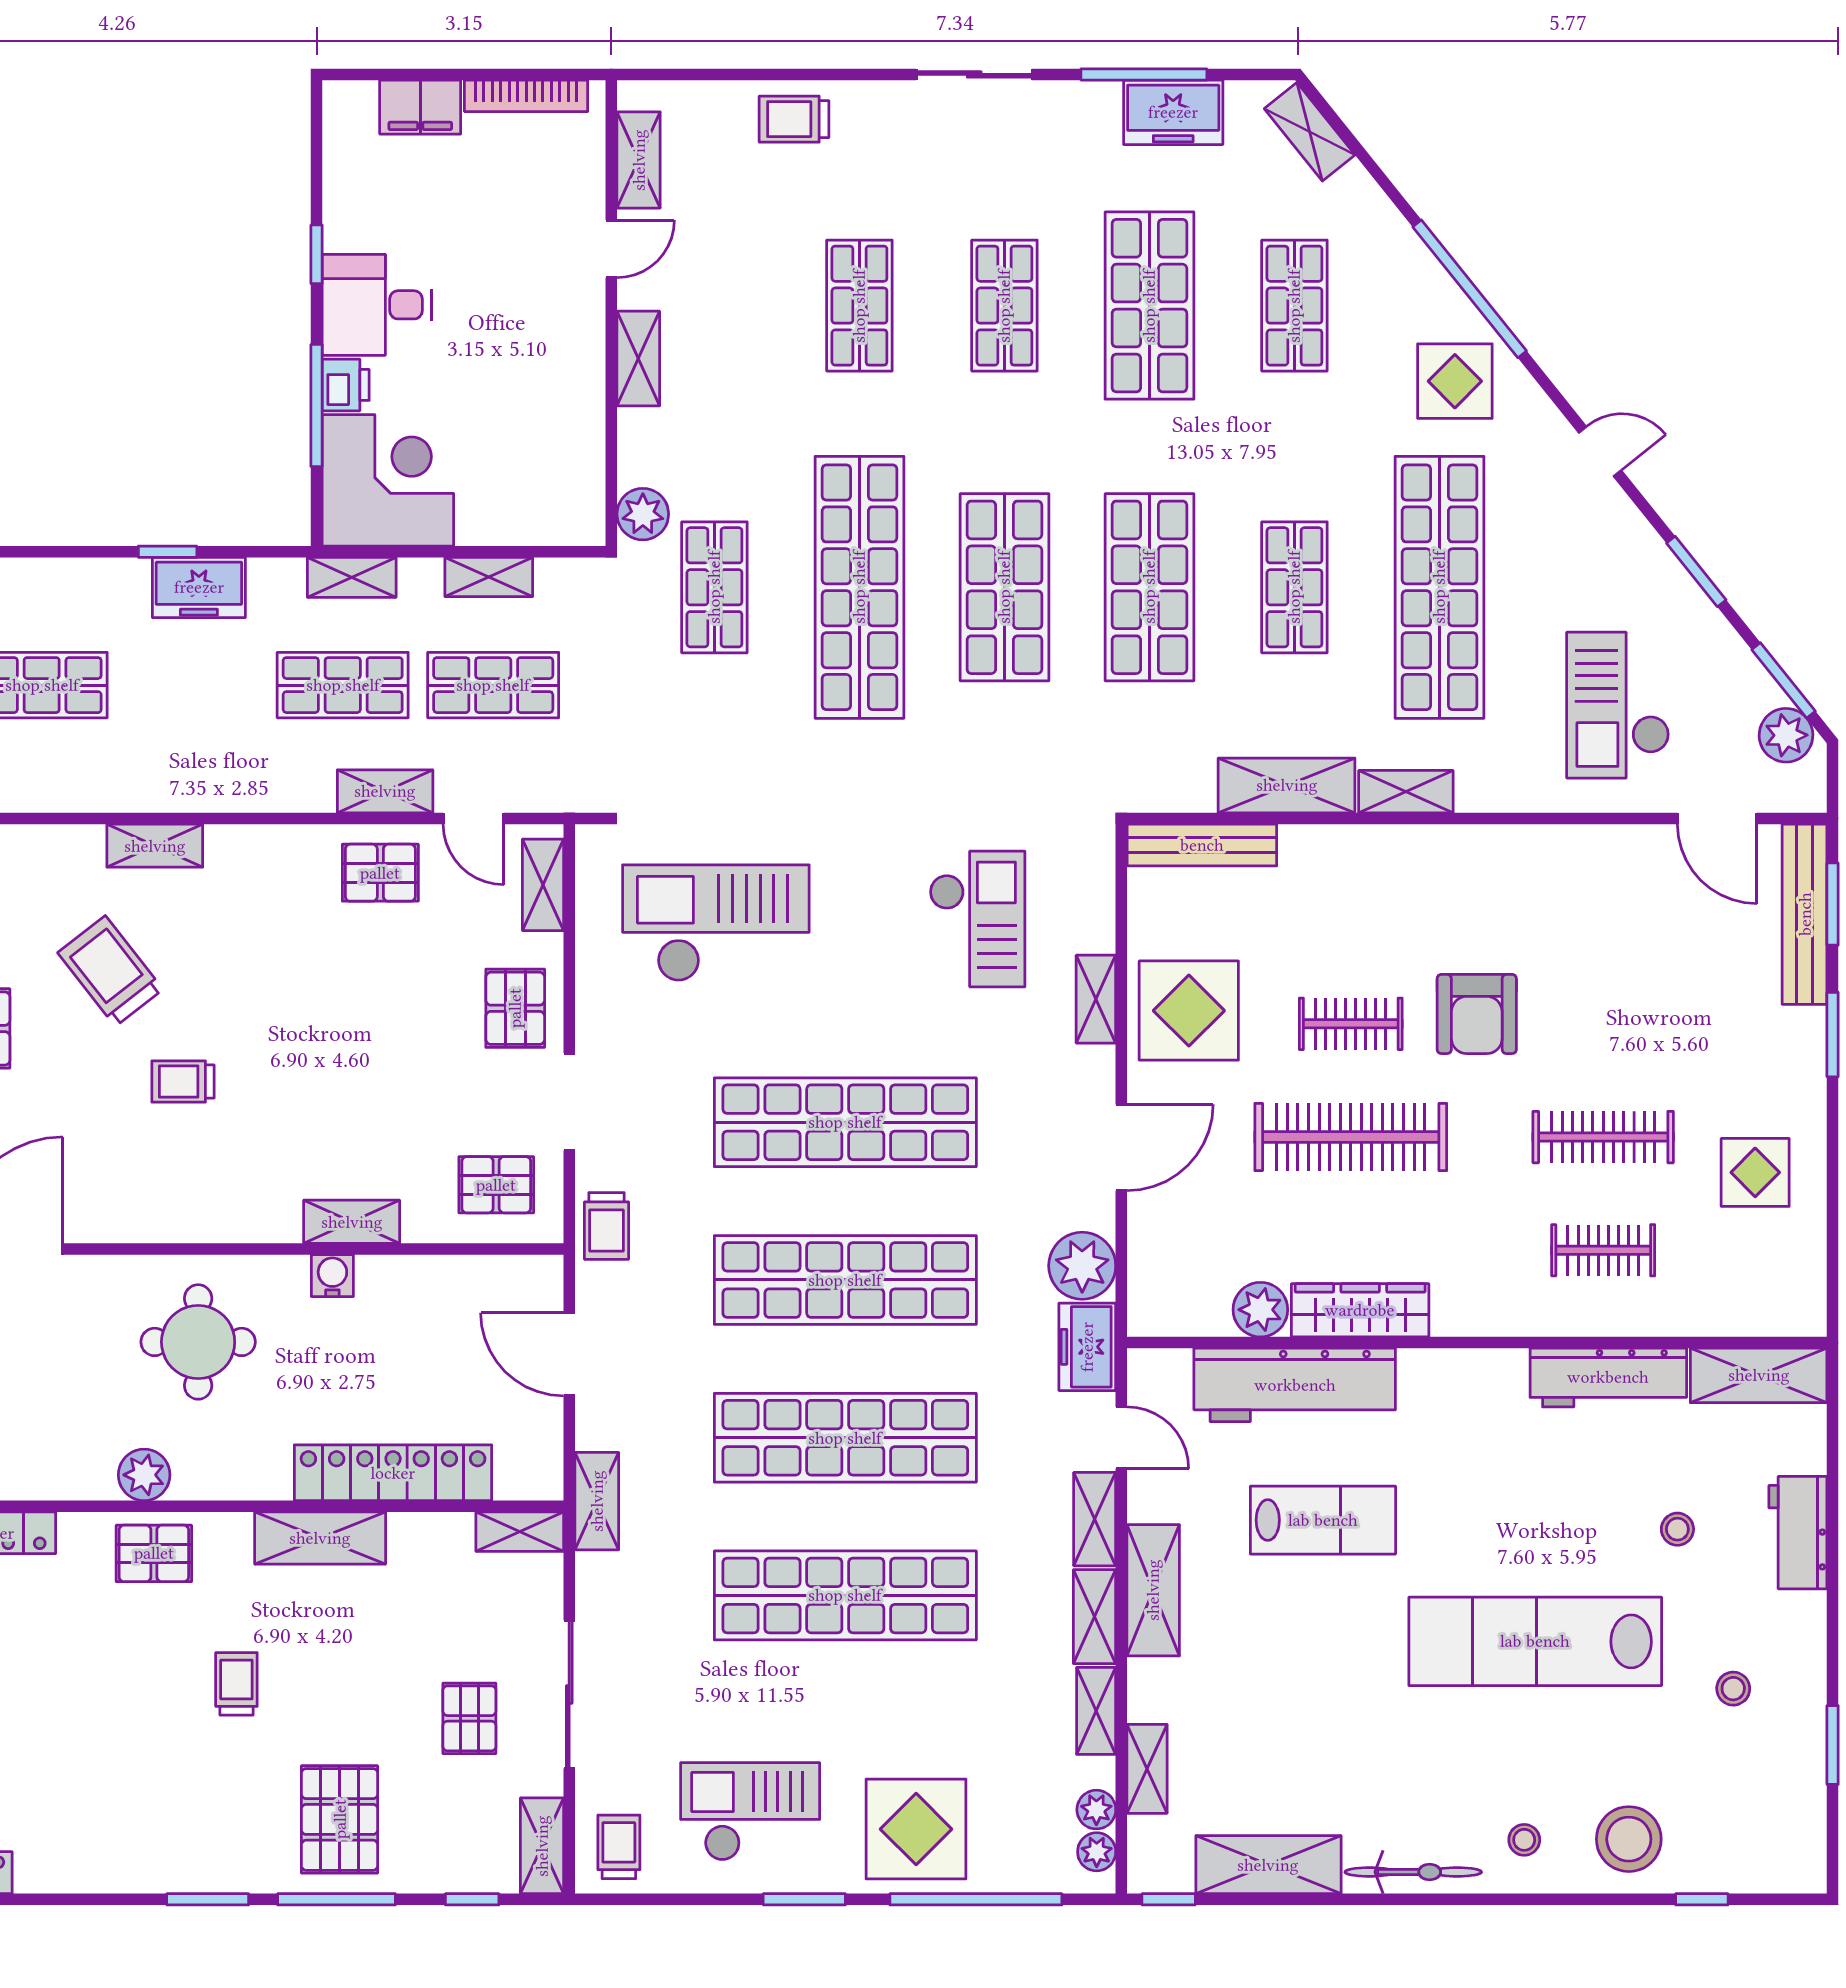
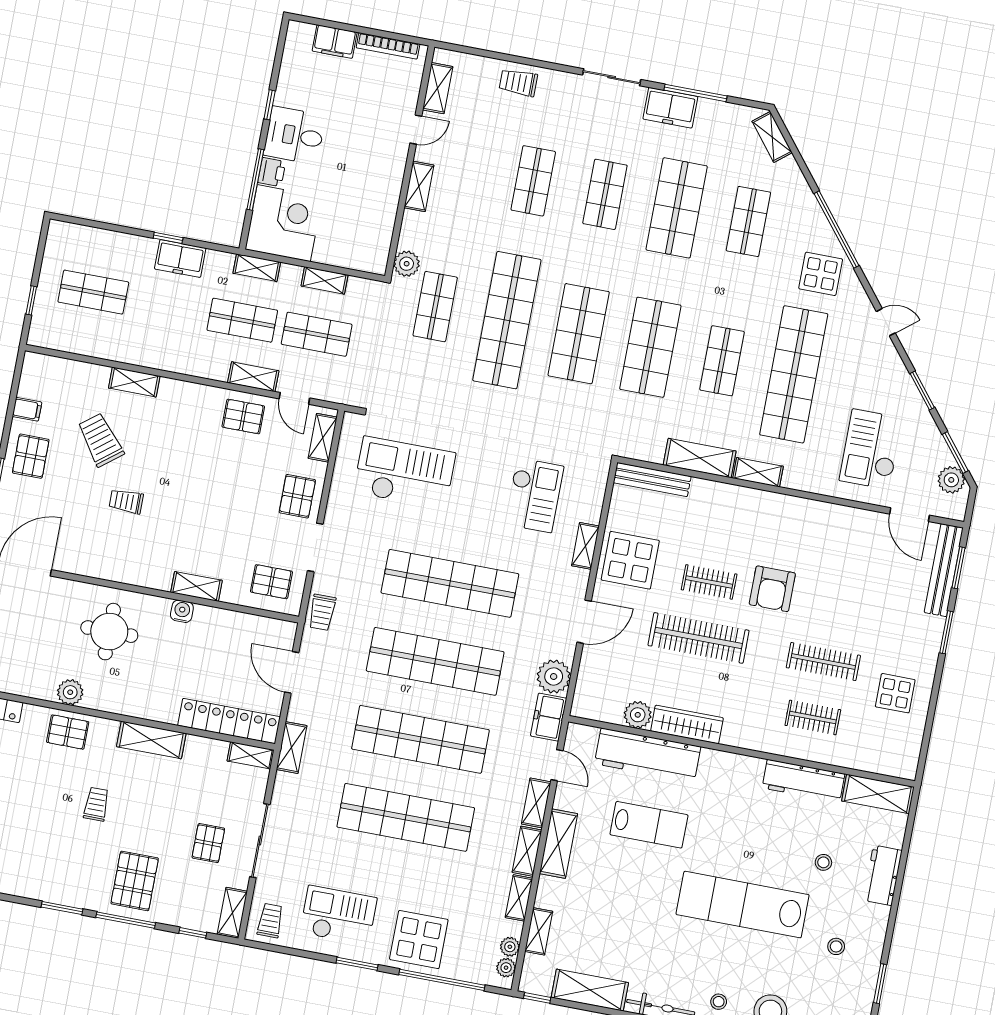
freezer: (1173, 112) -> (670, 108), moved
locker: (393, 1473) -> (229, 721), moved

